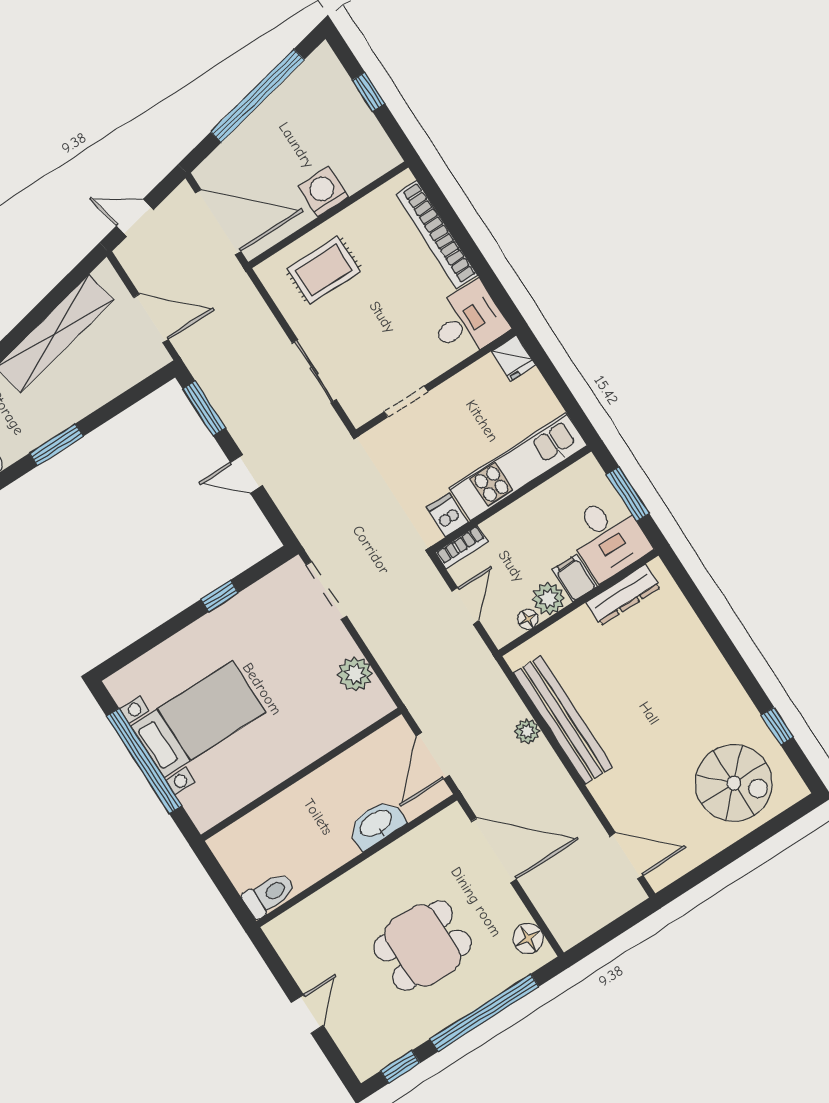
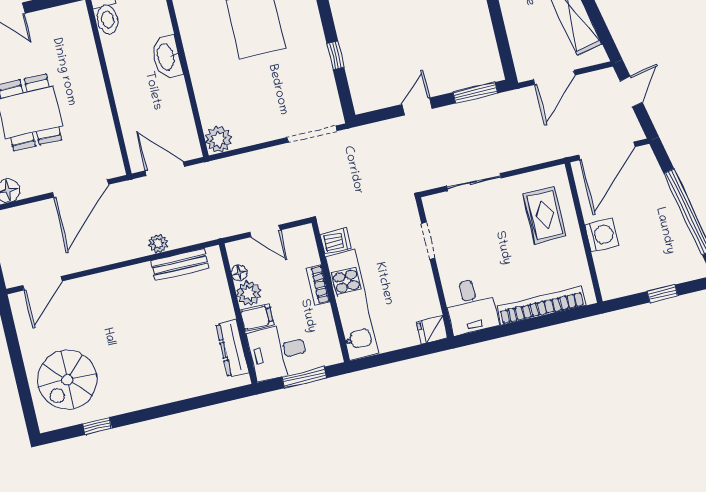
bookcase: (462, 547) -> (318, 285), moved
plant: (355, 674) -> (219, 139), moved
bench: (563, 720) -> (180, 265), width x0.54, depth x0.82
washbasin: (376, 824) -> (167, 57), moved, turned 180

